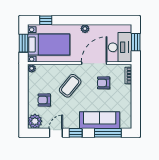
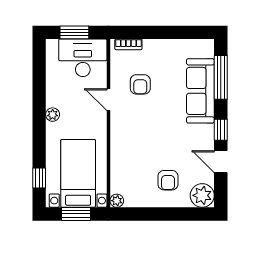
door: (94, 63) -> (108, 100), width x0.53
coffee table: (70, 86) -> (145, 139), removed

